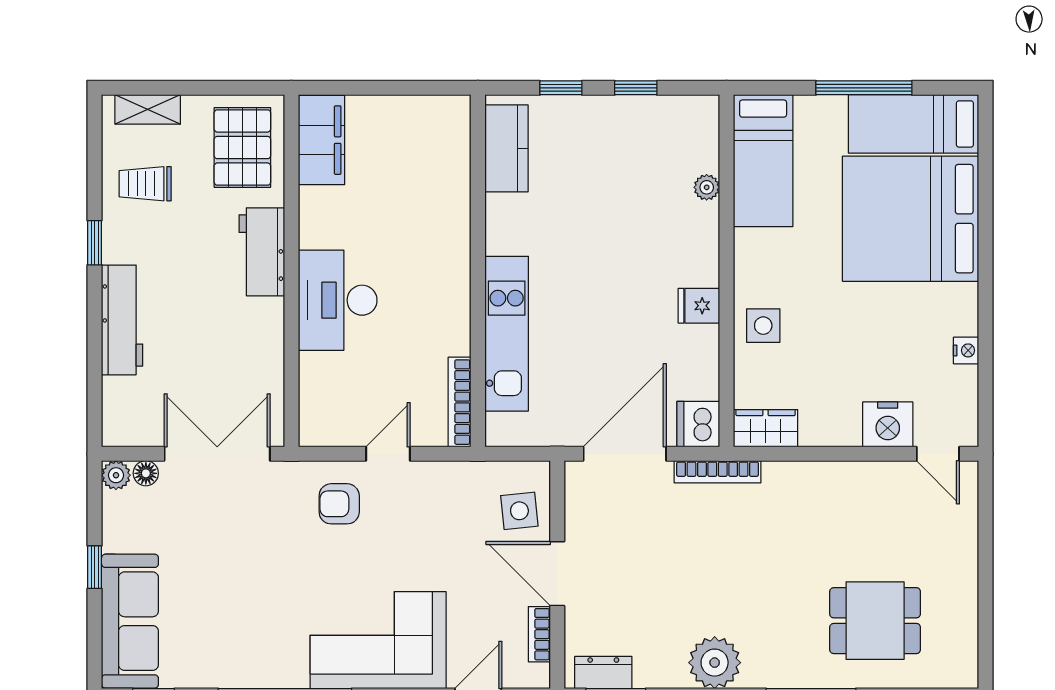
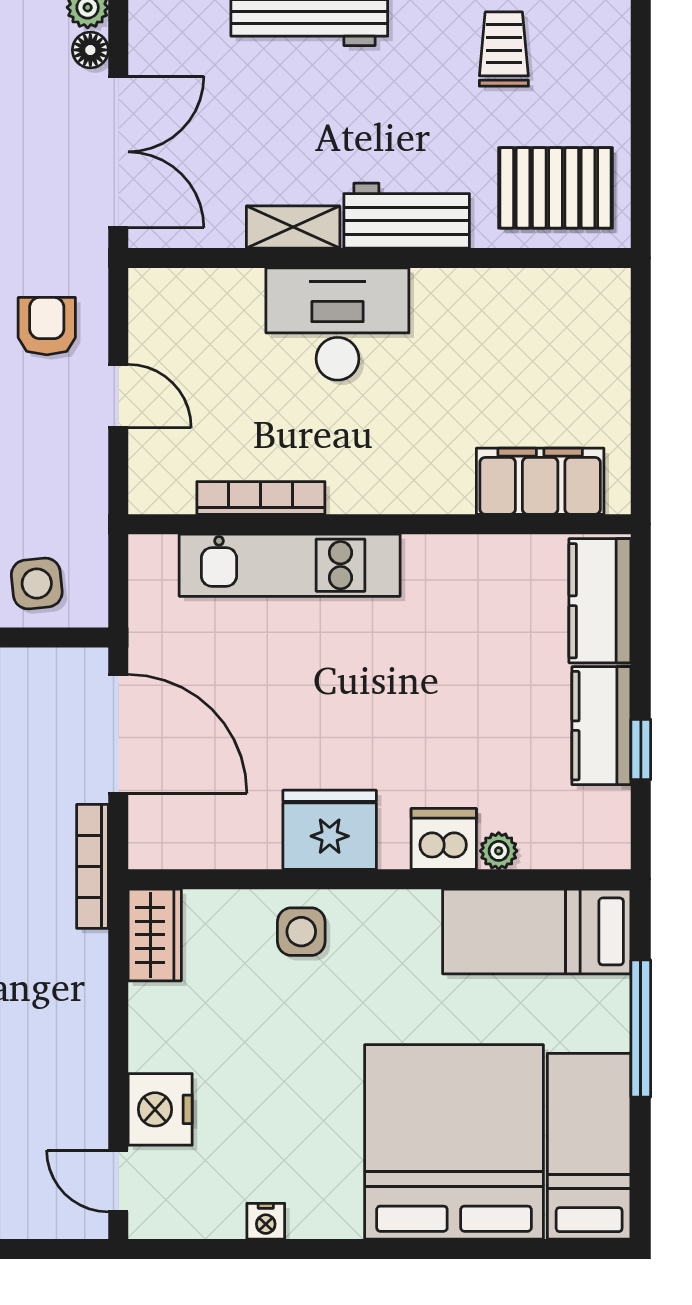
window: (561, 88) -> (641, 643), removed
window: (864, 88) -> (641, 1029), moved
shelving: (148, 109) -> (293, 227), moved, turned 90
kitchen counter: (619, 115) -> (601, 726), added
filing cabinet: (321, 140) -> (540, 481), moved, turned 180
kitchen counter: (507, 148) -> (600, 601), moved, turned 90
fridge: (699, 306) -> (330, 830), width x1.88, depth x1.34
bookcase: (459, 402) -> (261, 498), moved
dishwasher: (698, 424) -> (444, 839), moved
door: (938, 454) -> (118, 1181), hinge flipped

